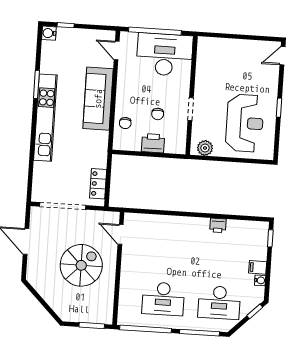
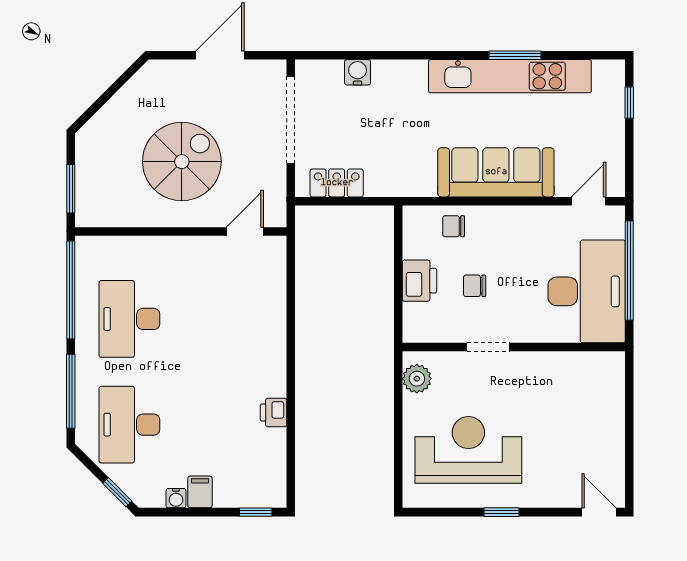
water cooler: (49, 33) -> (358, 72), moved
kitchen unit: (45, 118) -> (510, 76), moved
reception desk: (245, 123) -> (468, 450), turned 180
spiral stairs: (81, 265) -> (182, 162), turned -90

